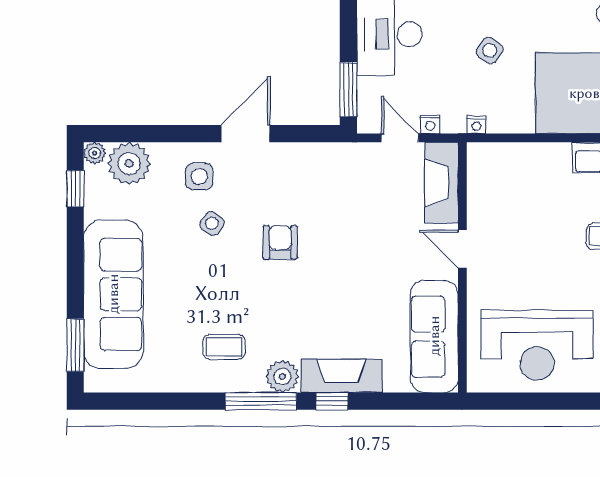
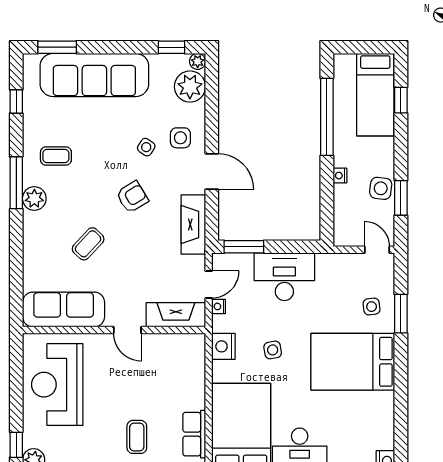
side table: (490, 50) -> (273, 350), turned 45
nightstand: (476, 125) -> (223, 346), width x1.89, depth x1.79
armchair: (280, 242) -> (132, 197), turned -31
door: (462, 249) -> (127, 330), swing flipped
coffee table: (344, 303) -> (88, 244), added
coffee table: (224, 347) -> (56, 156), turned 90
fireplace: (341, 376) -> (193, 225), moved, turned 180
window: (332, 401) -> (16, 102), moved

